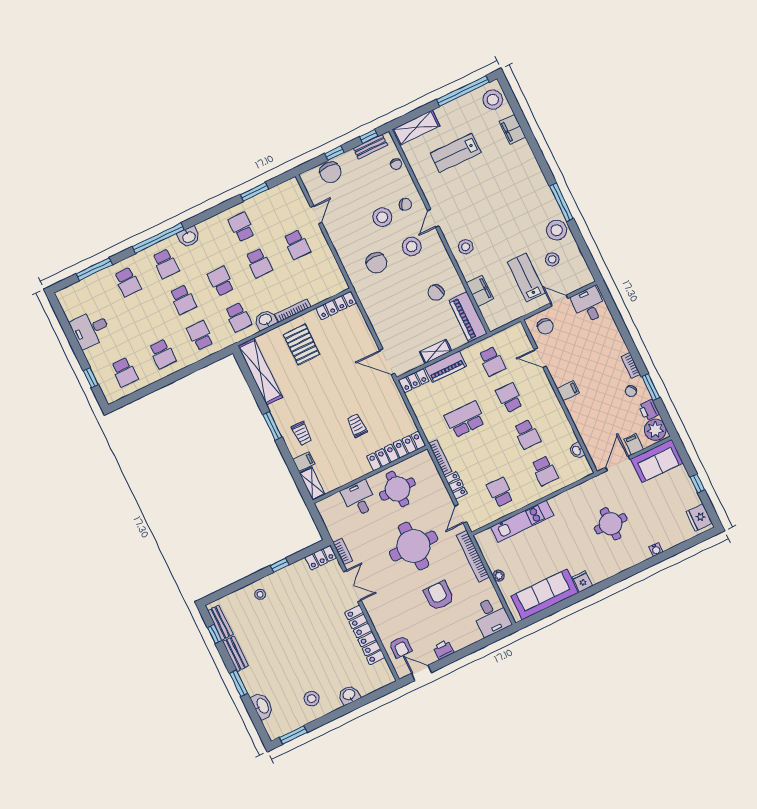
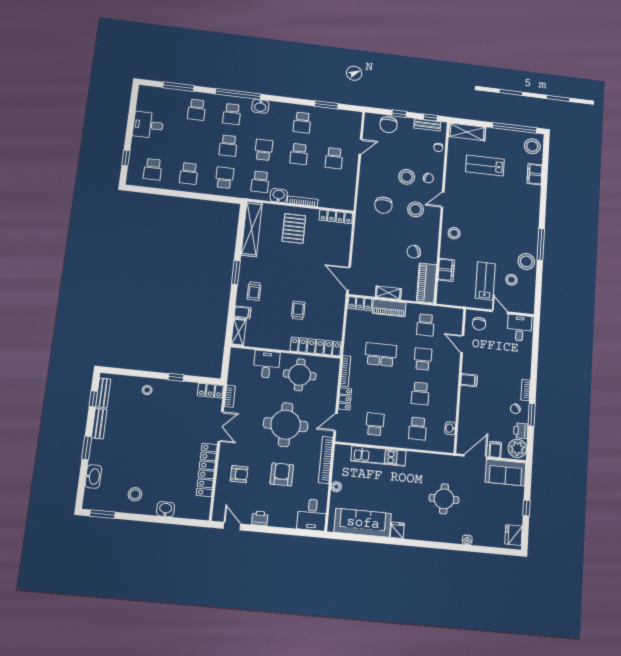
school desk: (241, 227) -> (302, 122), turned 180
armchair: (401, 647) -> (239, 474), moved, turned -90

